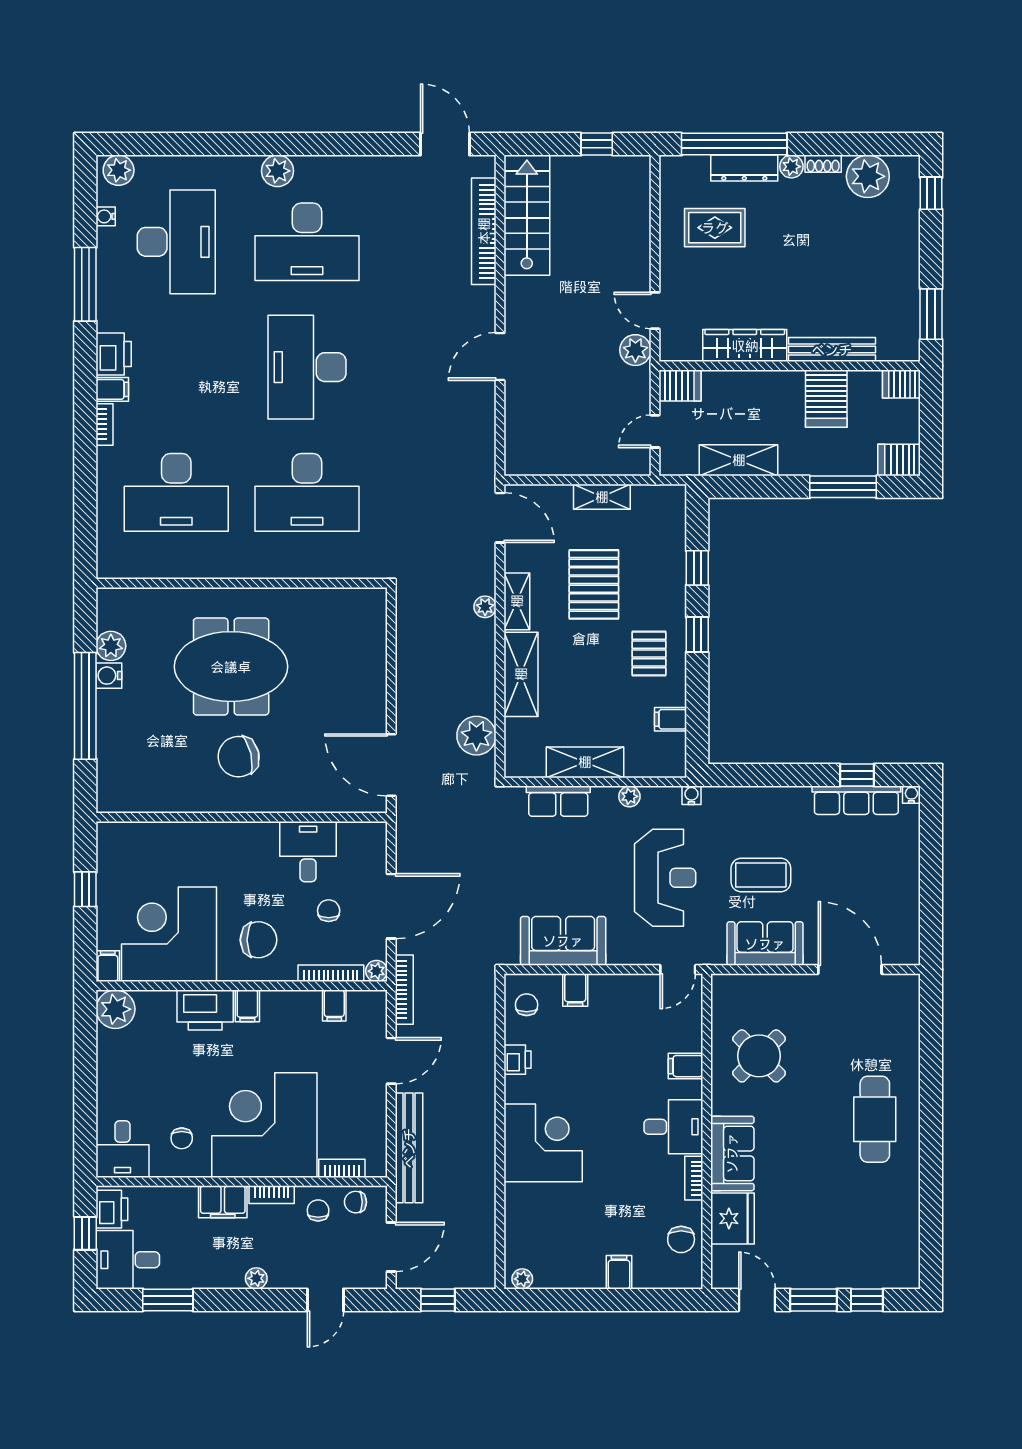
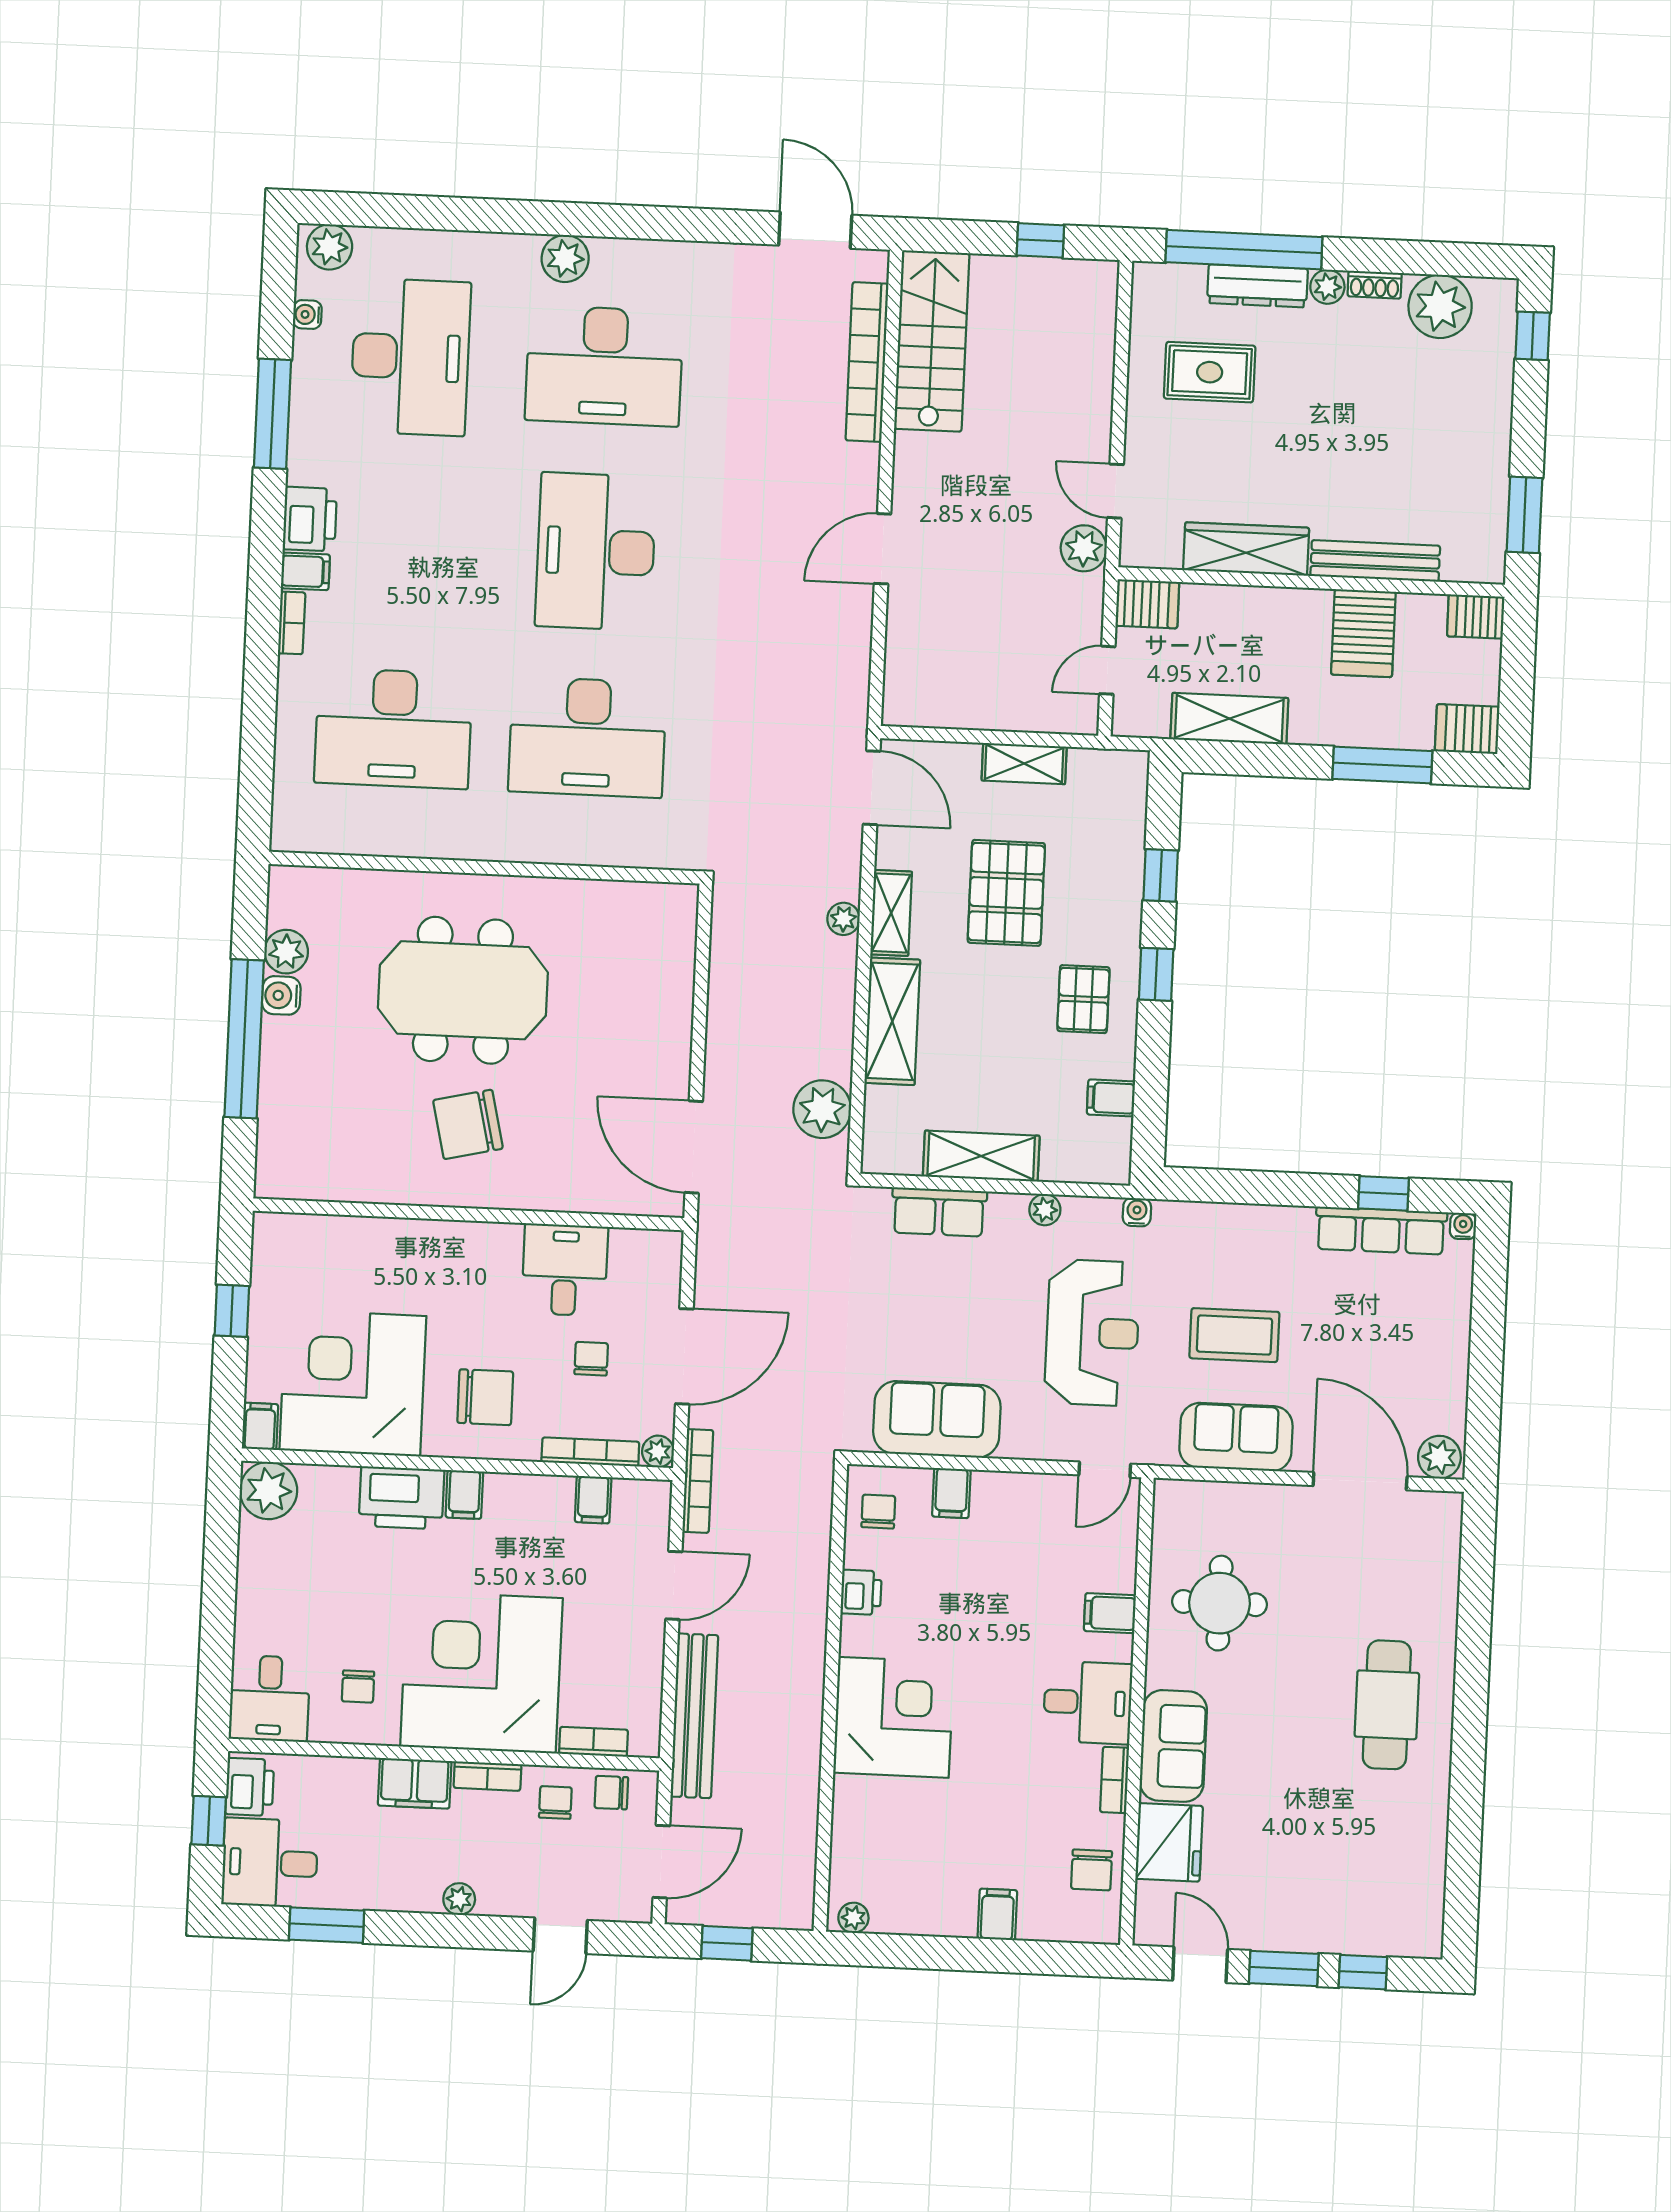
plant: (903, 951) -> (1439, 1457), added
round table: (759, 1056) -> (1220, 1603), turned 45

